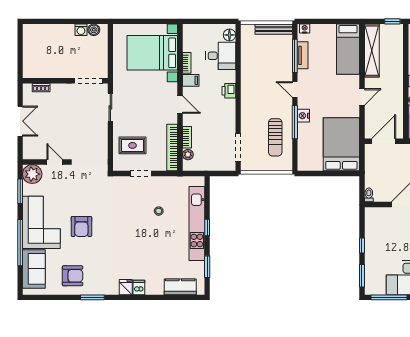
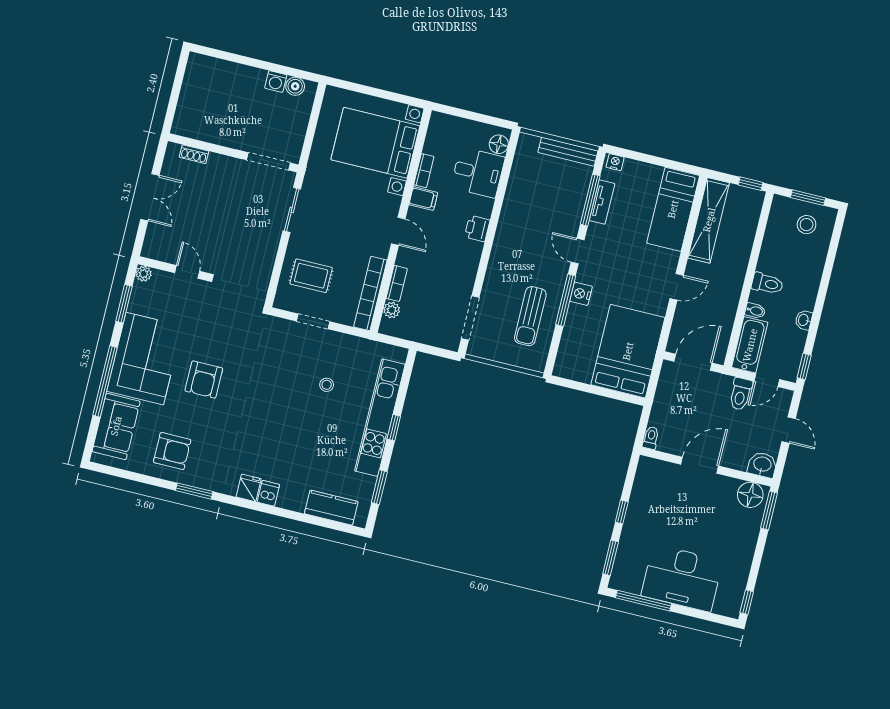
plant: (32, 174) -> (144, 274), width x0.53, depth x0.53

